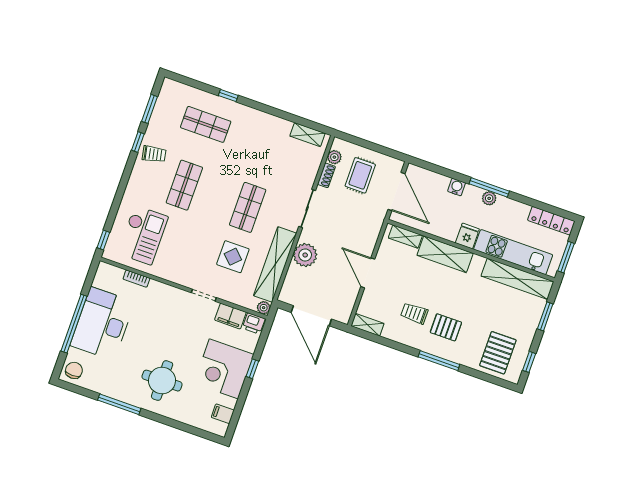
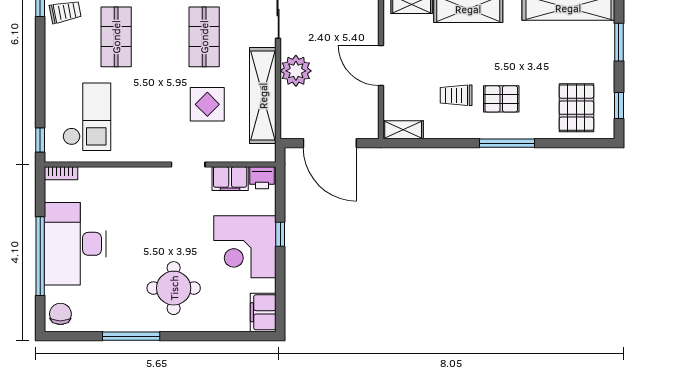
bookcase: (136, 279) -> (61, 173), moved
plant: (264, 308) -> (267, 154), removed
filing cabinet: (223, 414) -> (263, 312), width x2.00

